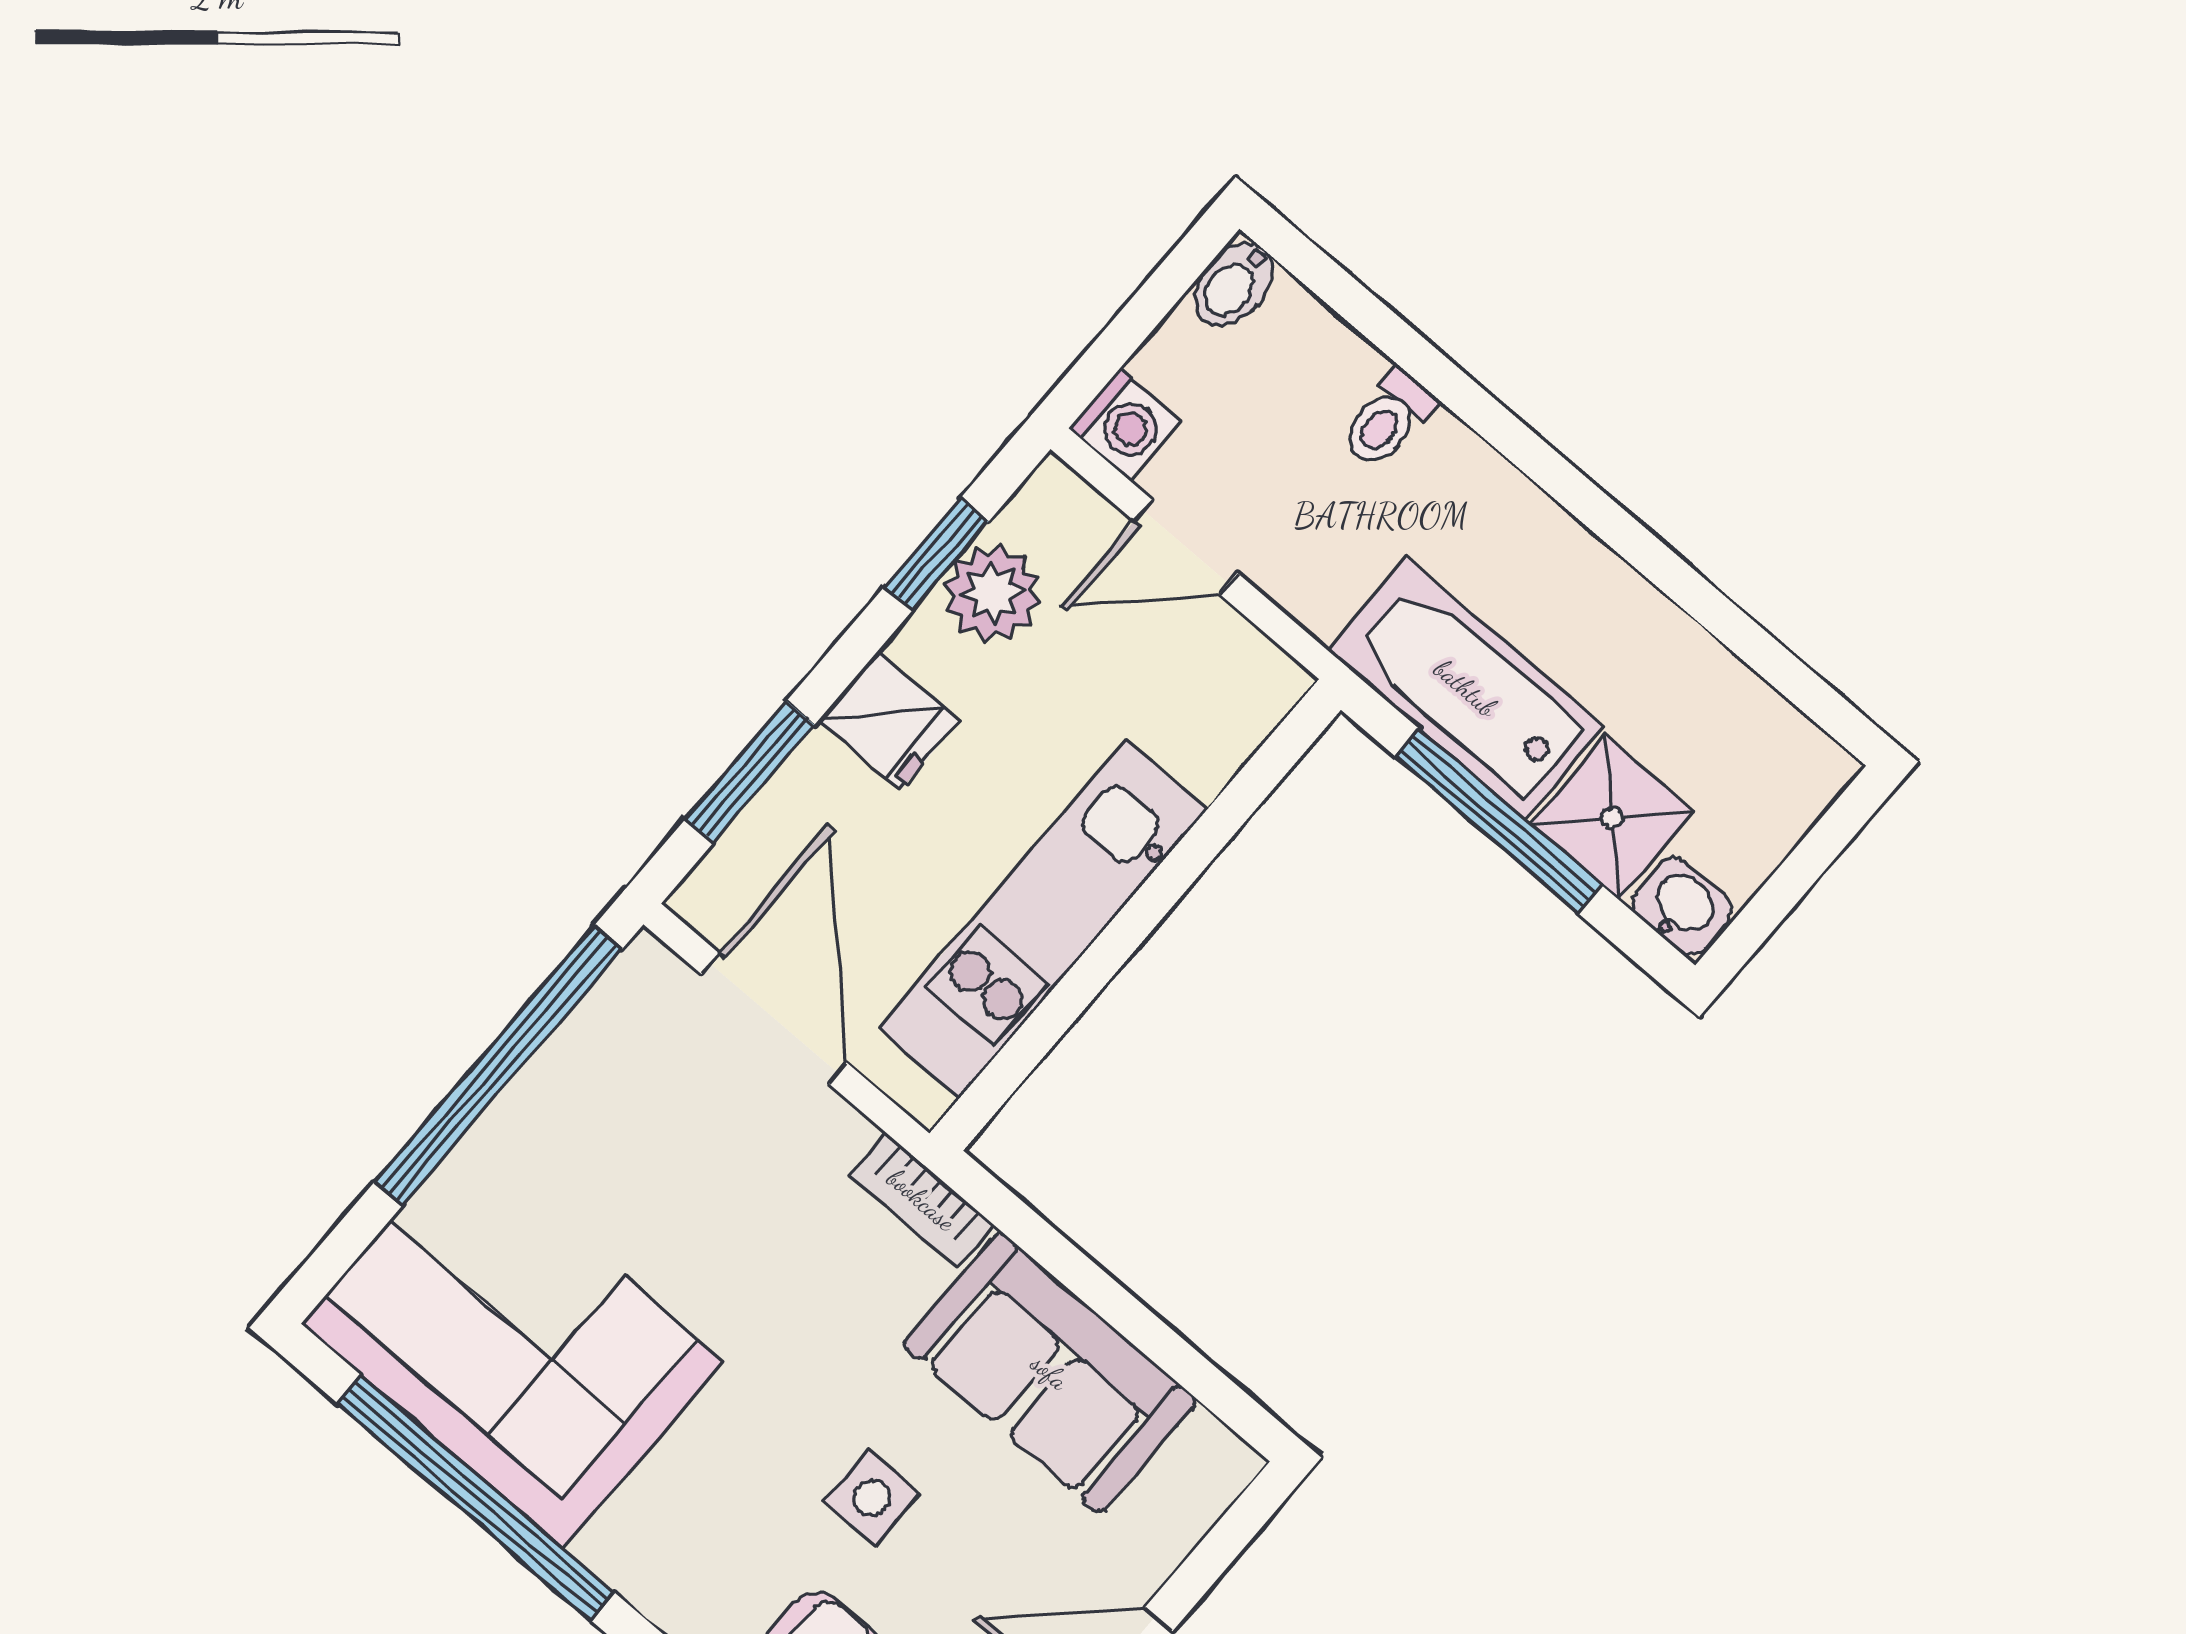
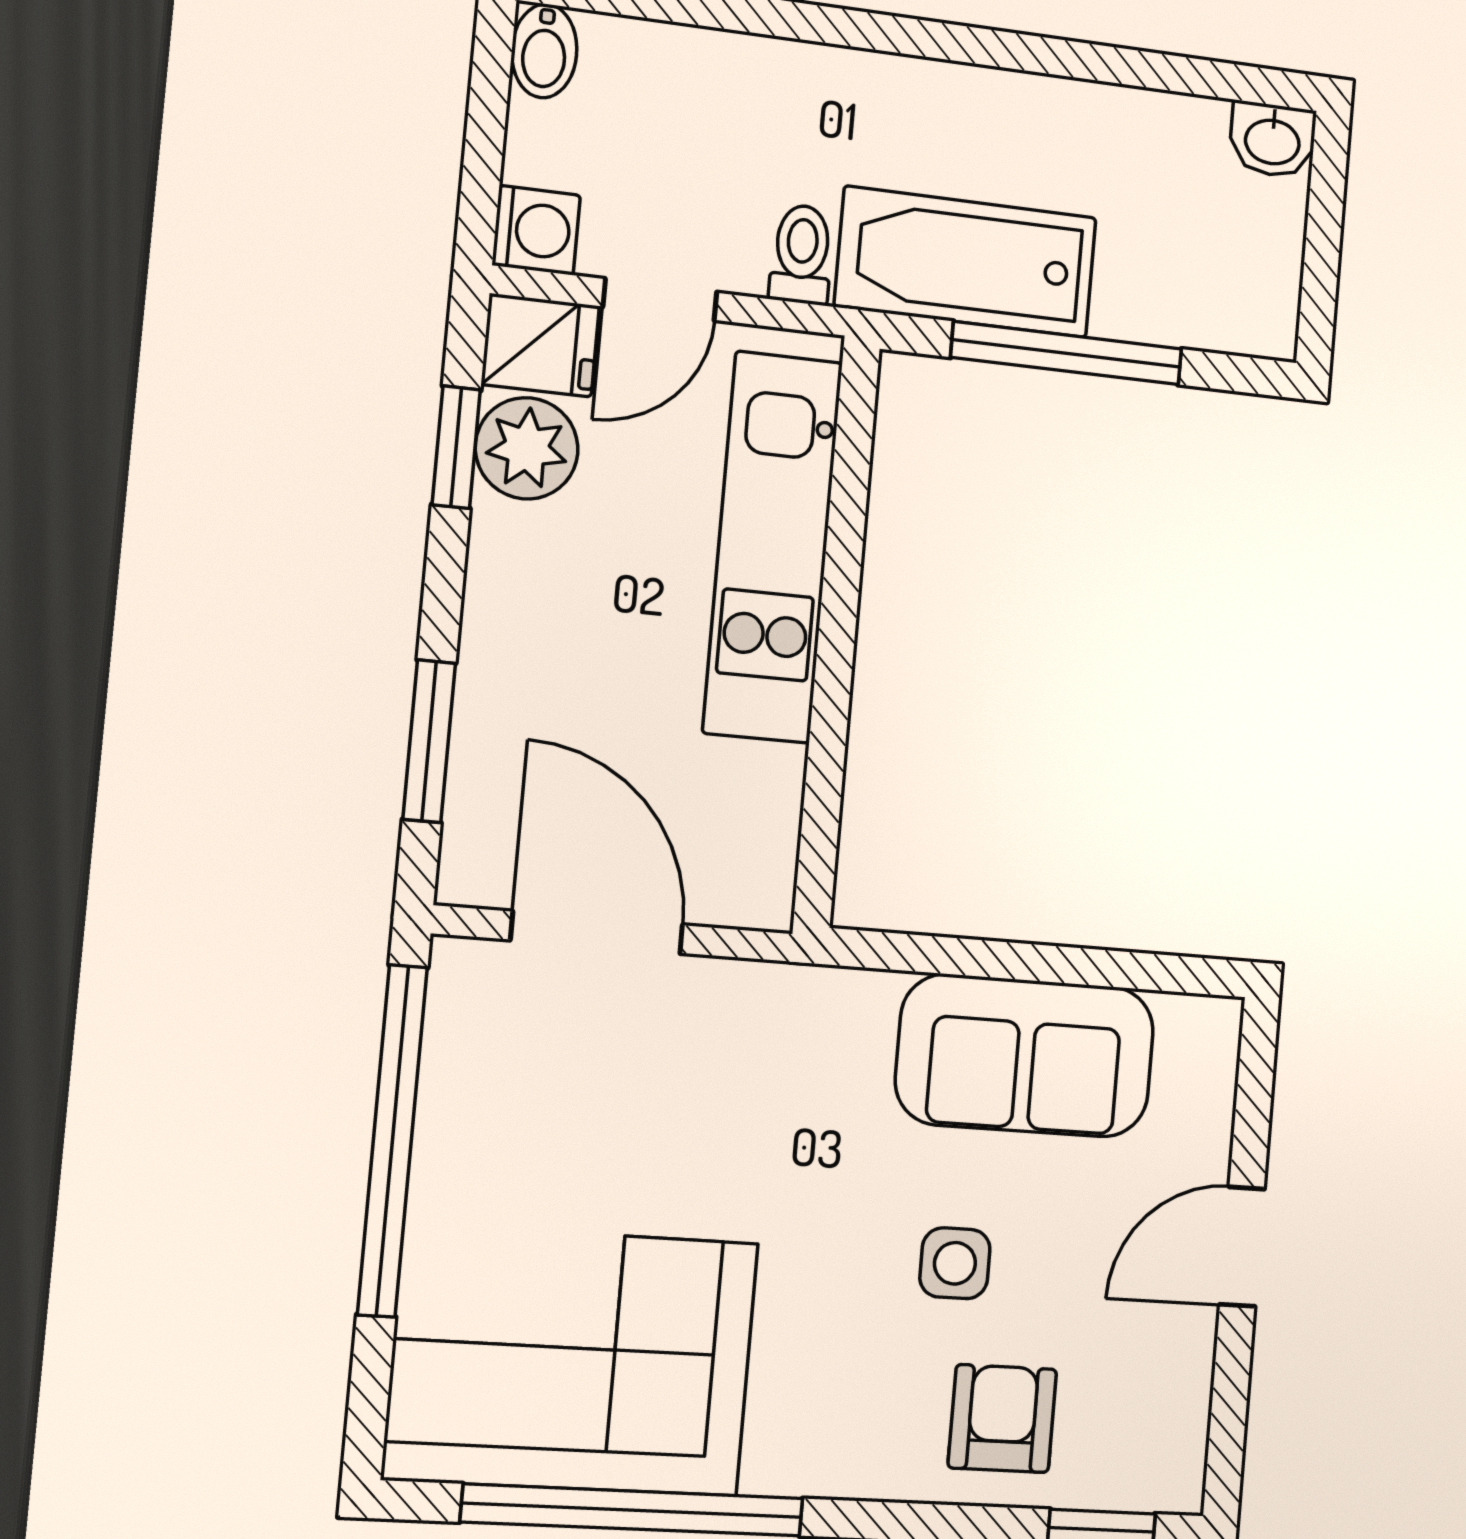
toilet: (1388, 419) -> (802, 254), moved, turned 180
fridge: (889, 720) -> (540, 345), moved
shower: (1613, 818) -> (1153, 288), removed
washbasin: (1682, 907) -> (1272, 140), moved, turned 180
kitchen unit: (1043, 919) -> (773, 547), moved
bookcase: (922, 1200) -> (825, 993), removed

